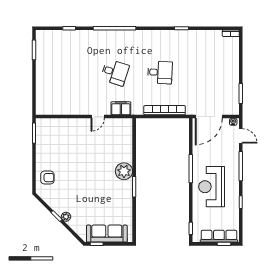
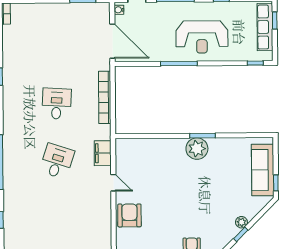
armchair: (72, 129) -> (129, 215), added
plant: (124, 171) -> (197, 149), moved

